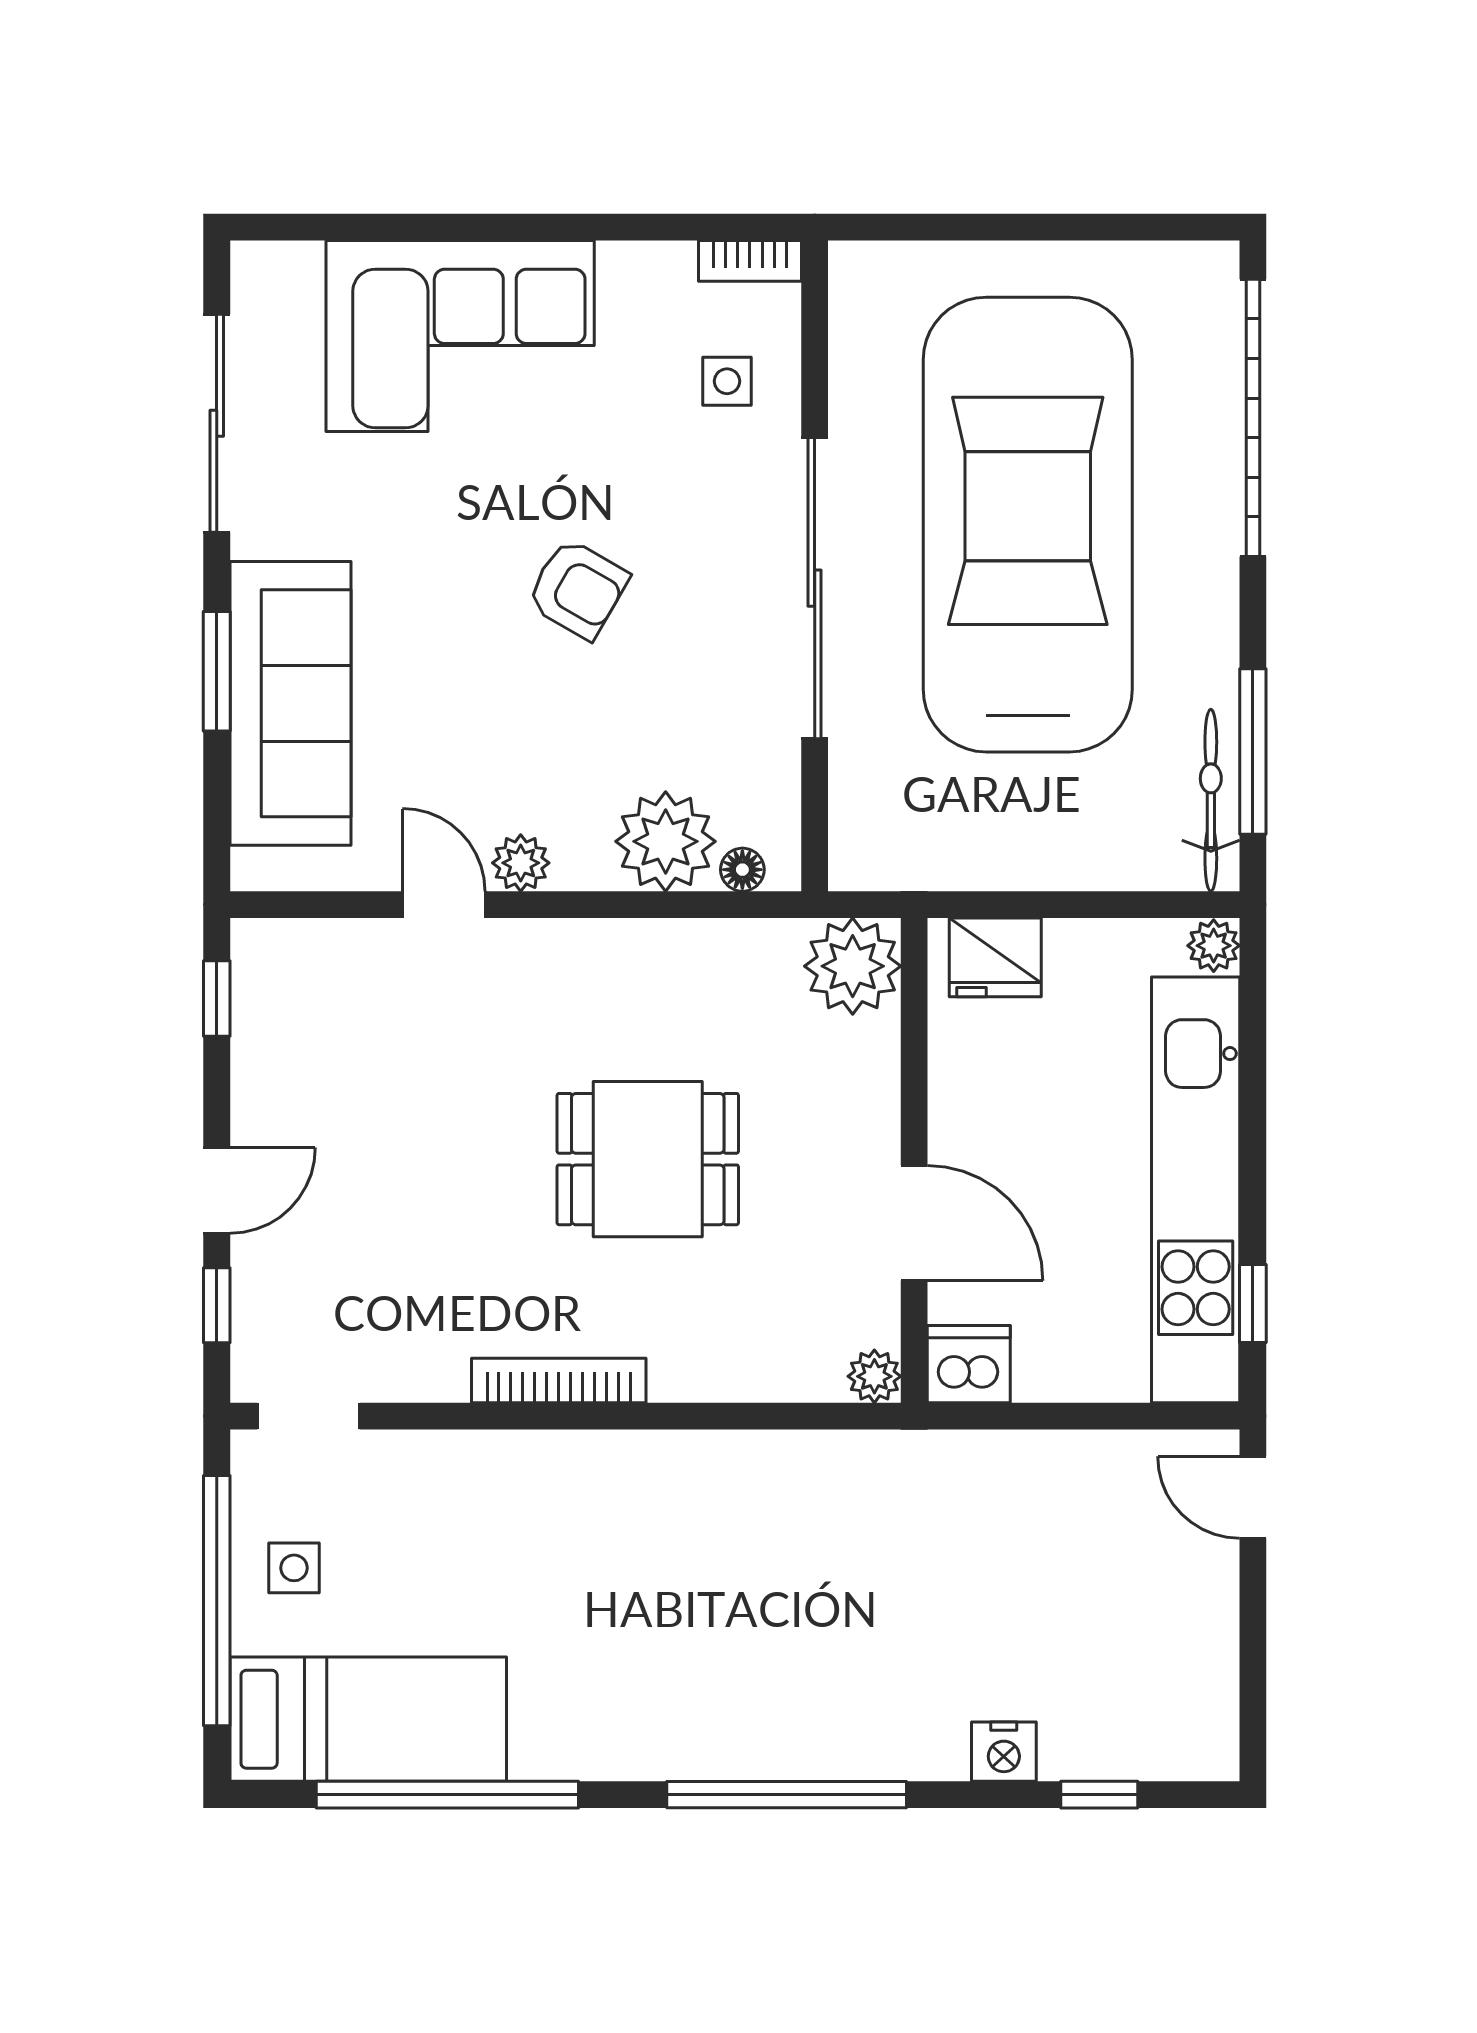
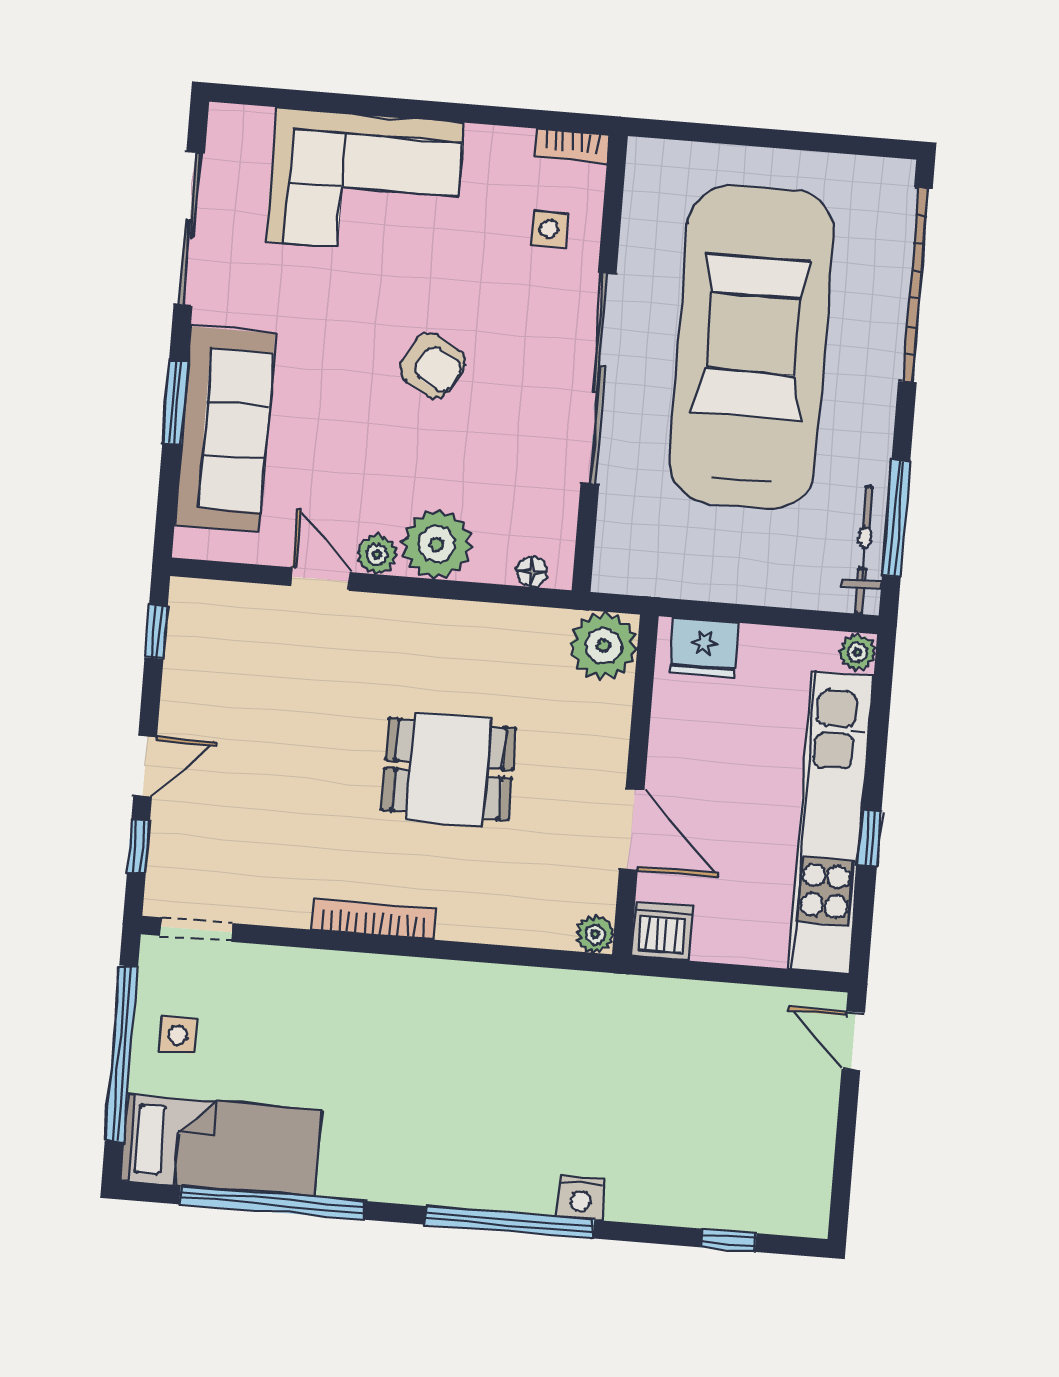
plant: (666, 841) -> (437, 544), moved
window: (1253, 1304) -> (870, 838), moved
nightstand: (1004, 1752) -> (581, 1198), moved

